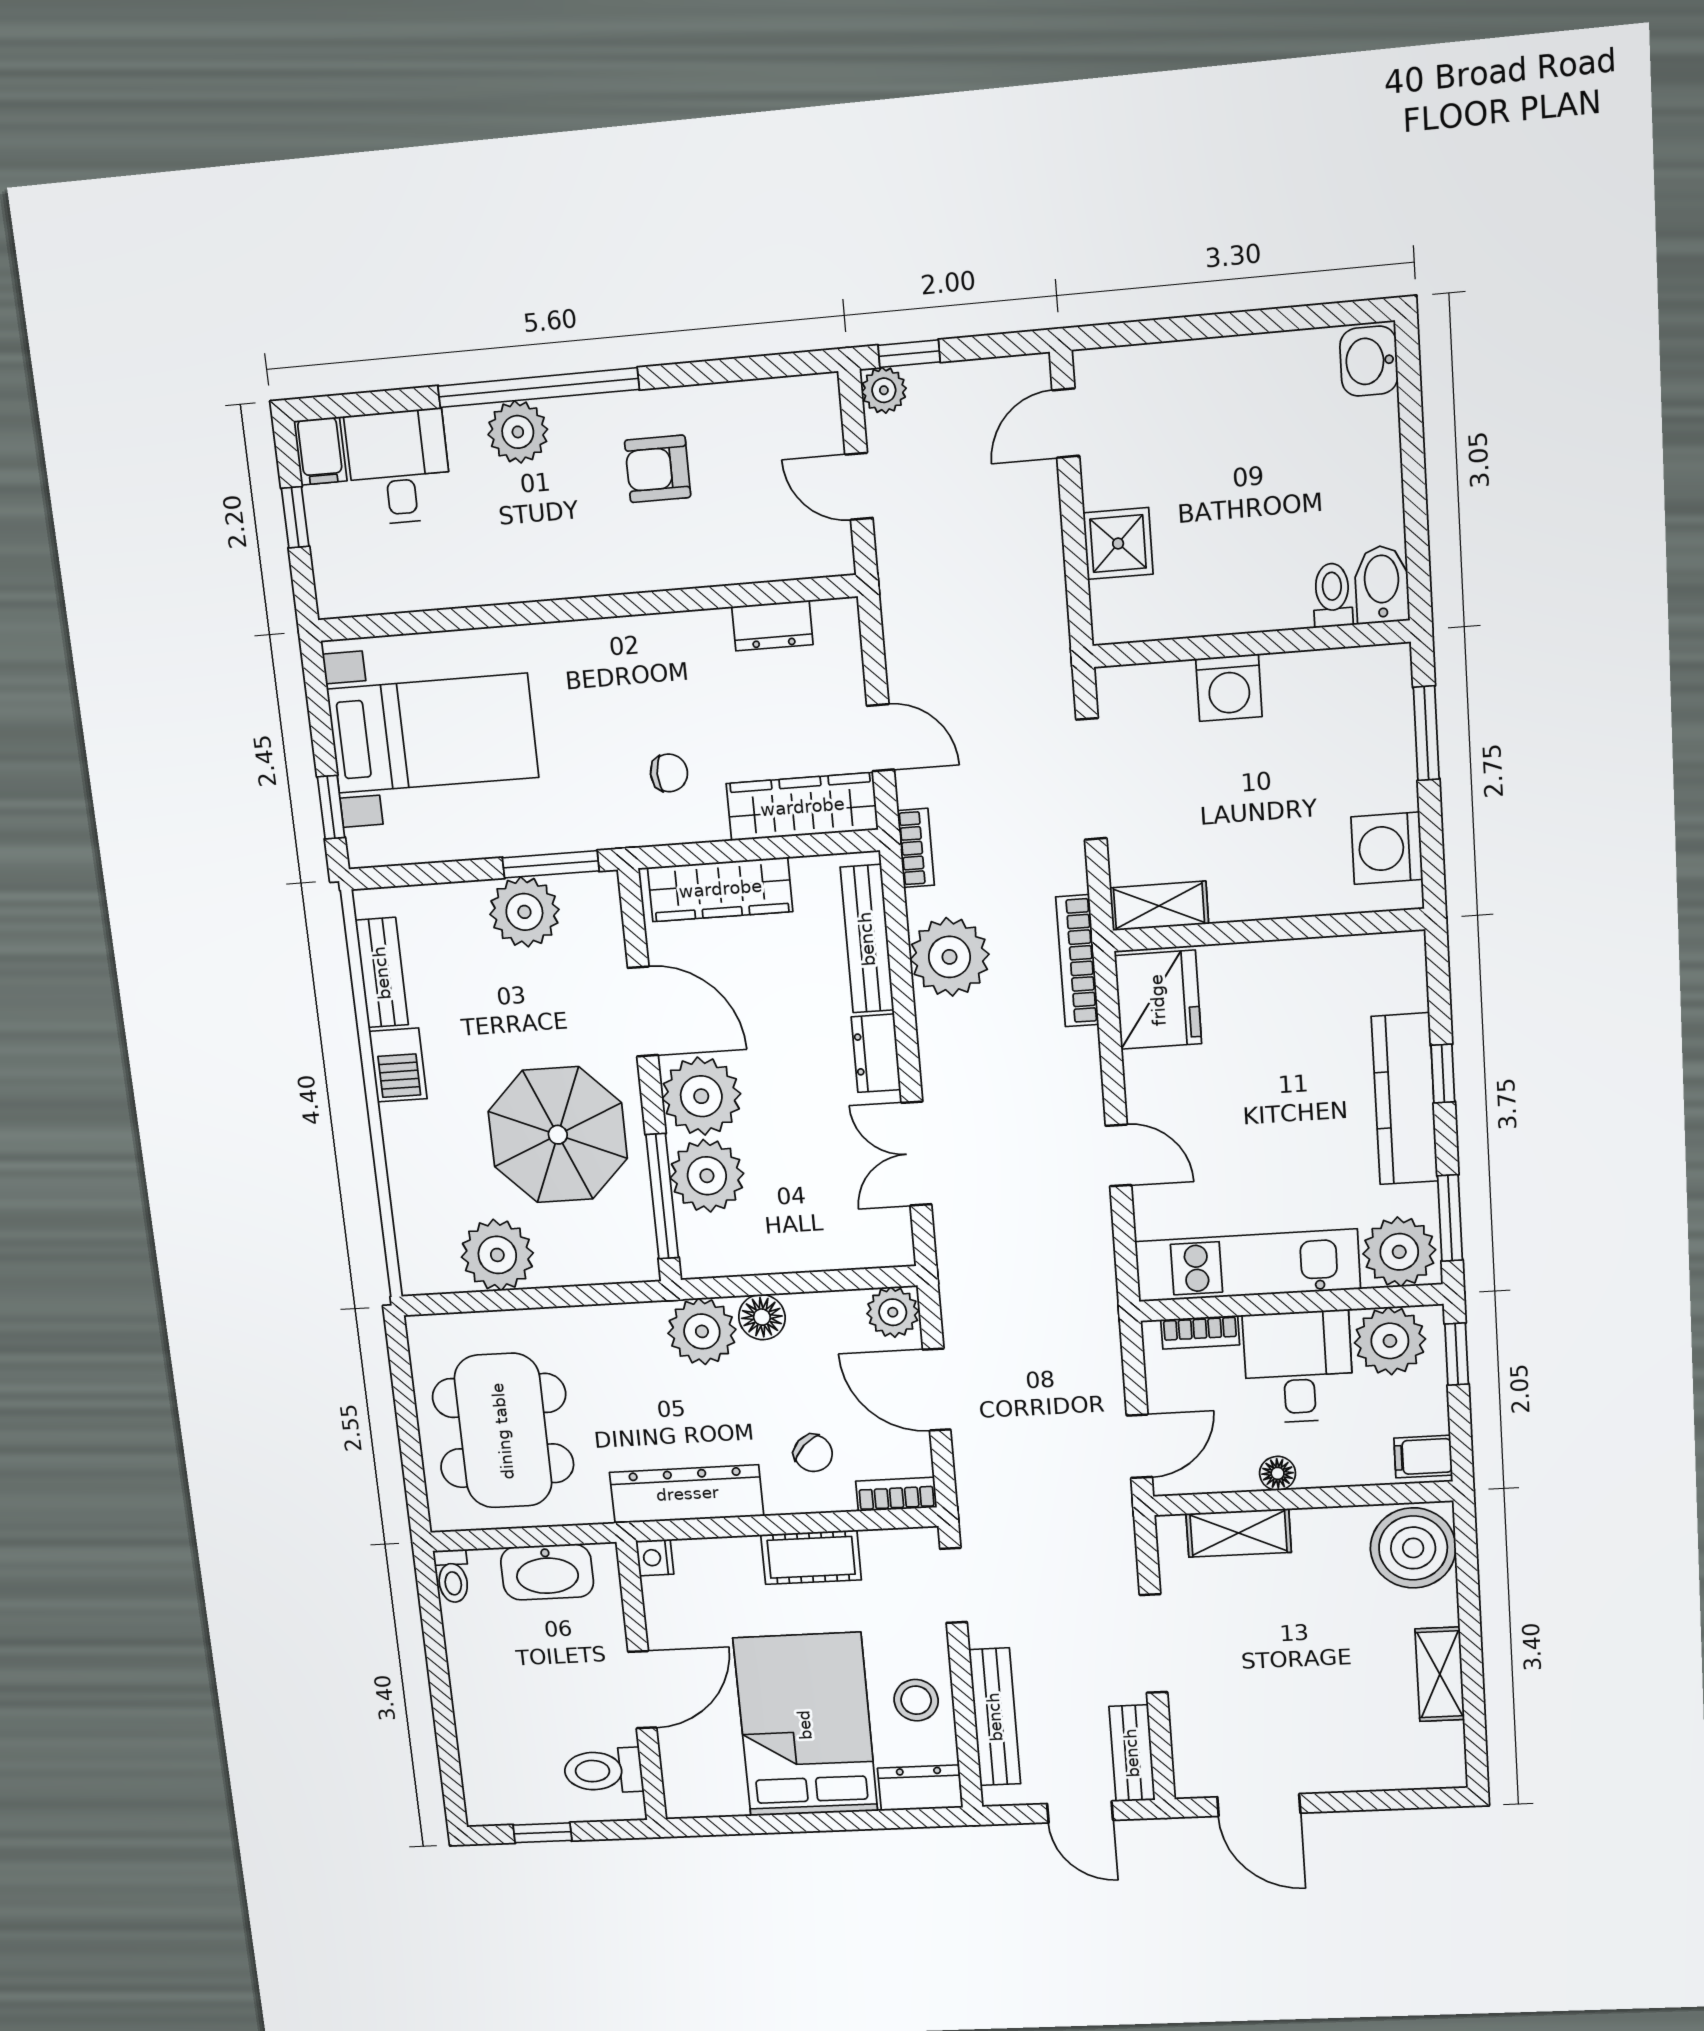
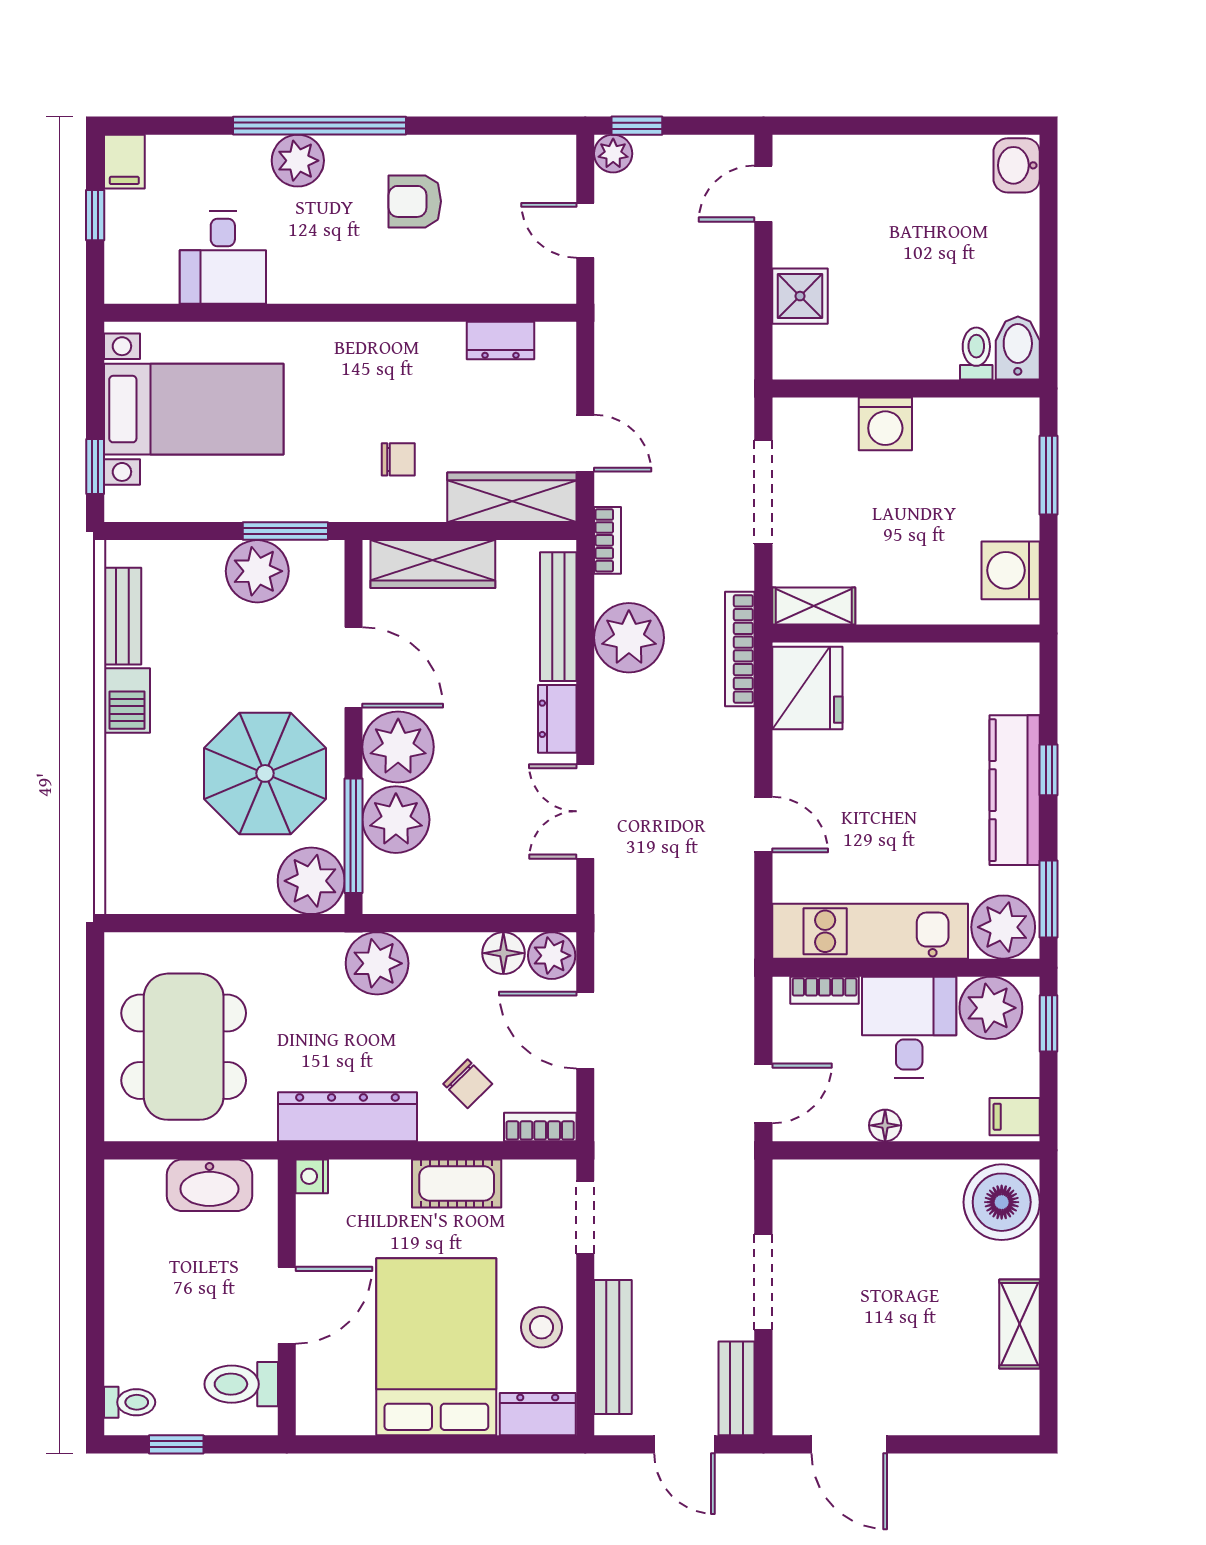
desk: (399, 467) -> (223, 258), moved, turned 180
plant: (497, 1255) -> (311, 881), moved
floor lamp: (762, 1317) -> (503, 953), moved
shelving: (1239, 1533) -> (847, 1180), removed
toilet: (452, 1576) -> (130, 1402), moved, turned -90

